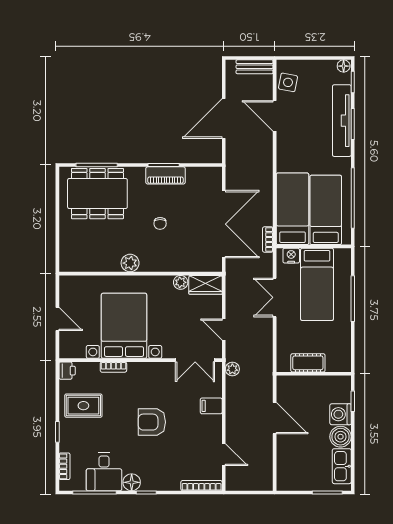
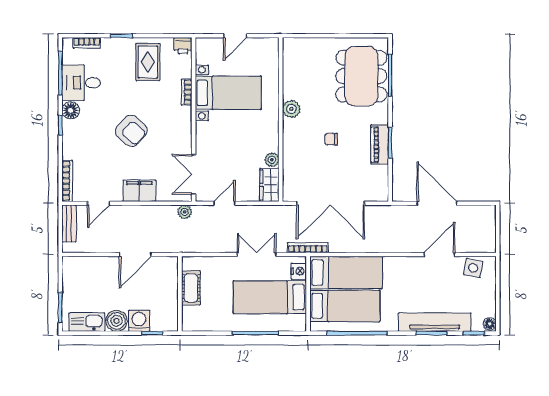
bench: (255, 67) -> (69, 223), moved
bookcase: (268, 240) -> (308, 248), width x1.56
bed with nightstands: (124, 326) -> (228, 93), width x0.73
filing cabinet: (211, 406) -> (139, 191), width x2.00
armchair: (152, 422) -> (131, 131), turned 132

